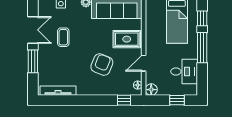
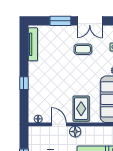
armchair: (102, 65) -> (57, 85), removed
floor lamp: (151, 90) -> (75, 132), moved
window: (124, 100) -> (24, 83), moved

